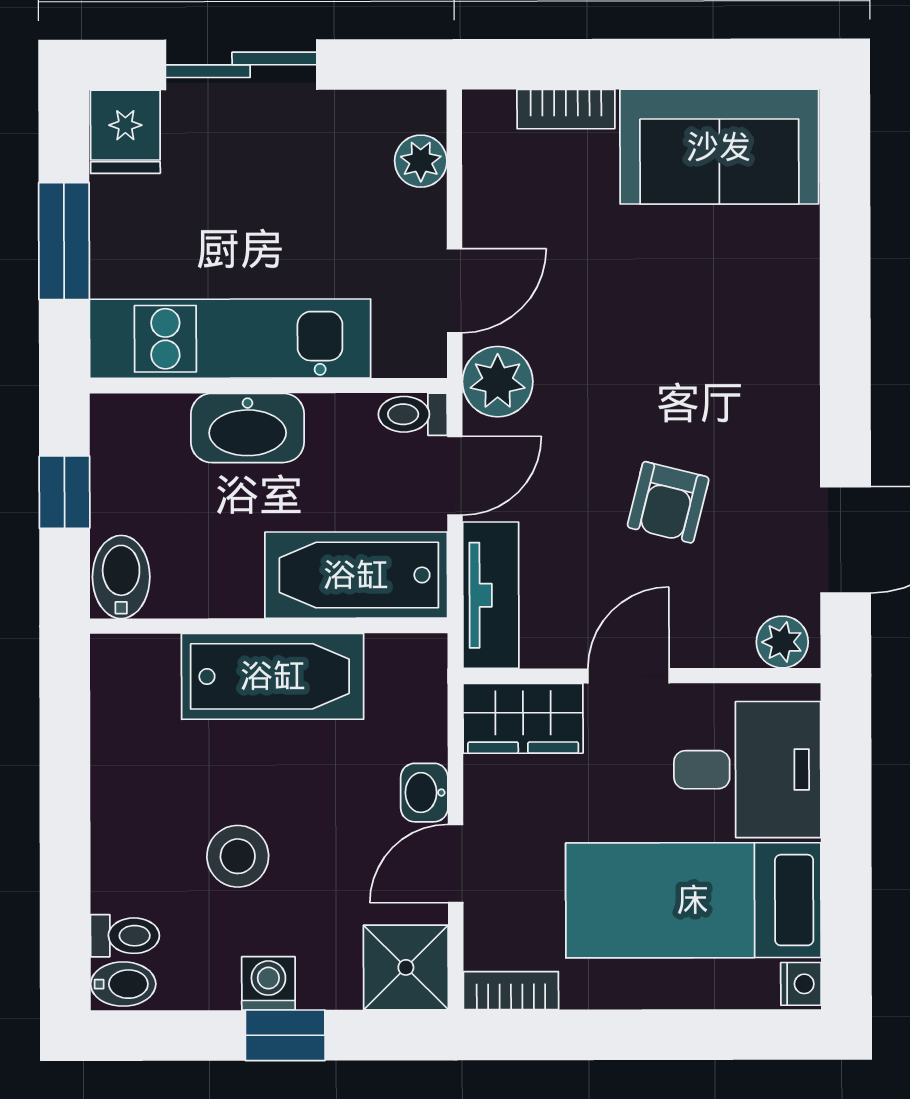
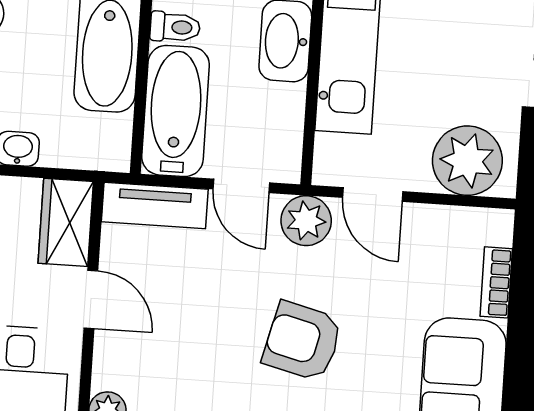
plant: (421, 161) -> (467, 161), width x1.88, depth x1.88
toilet: (413, 414) -> (175, 27), moved, turned 90
armchair: (668, 502) -> (302, 341), moved, width x1.38, depth x1.38

